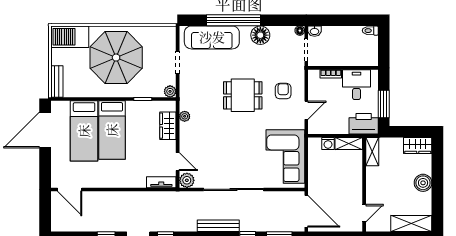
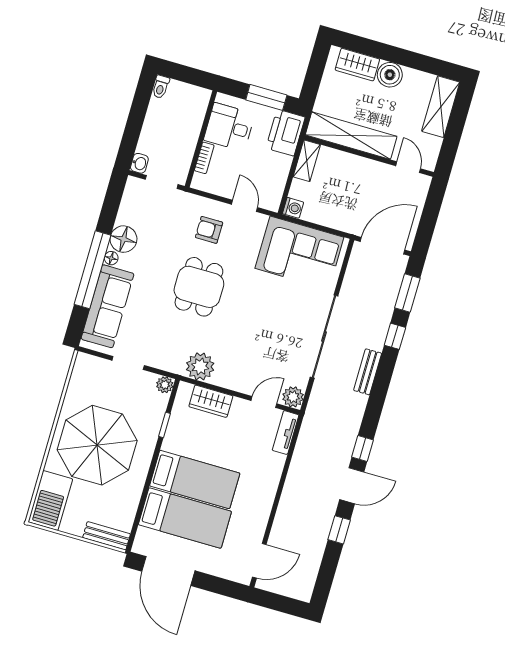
floor lamp: (300, 31) -> (111, 258), moved
plant: (185, 116) -> (200, 366), width x1.88, depth x1.88
washing machine: (328, 143) -> (293, 208), moved
wardrobe: (418, 146) -> (357, 65), moved, turned 90
shelving: (372, 152) -> (351, 136), width x2.20, depth x1.33
bench: (218, 226) -> (368, 372), width x0.73

